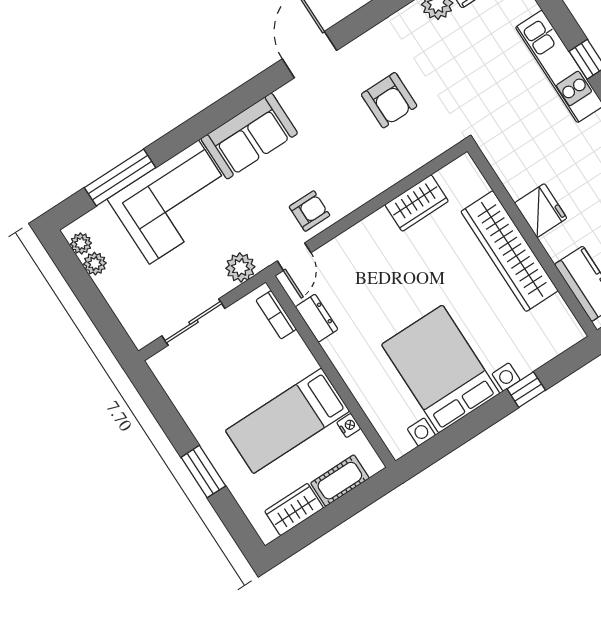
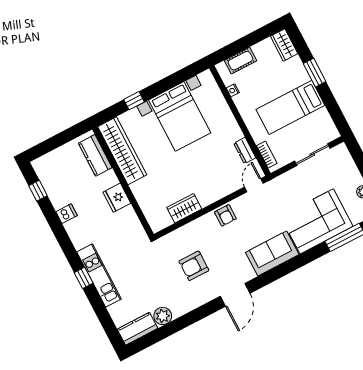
armchair: (389, 100) -> (194, 266), turned -90
armchair: (309, 211) -> (225, 215), moved, turned -90
wardrobe: (509, 251) -> (122, 151), moved
plant: (240, 267) -> (284, 182), removed
bed: (287, 421) -> (290, 107), moved, turned 180
wardrobe: (294, 509) -> (284, 45), moved, turned 90

